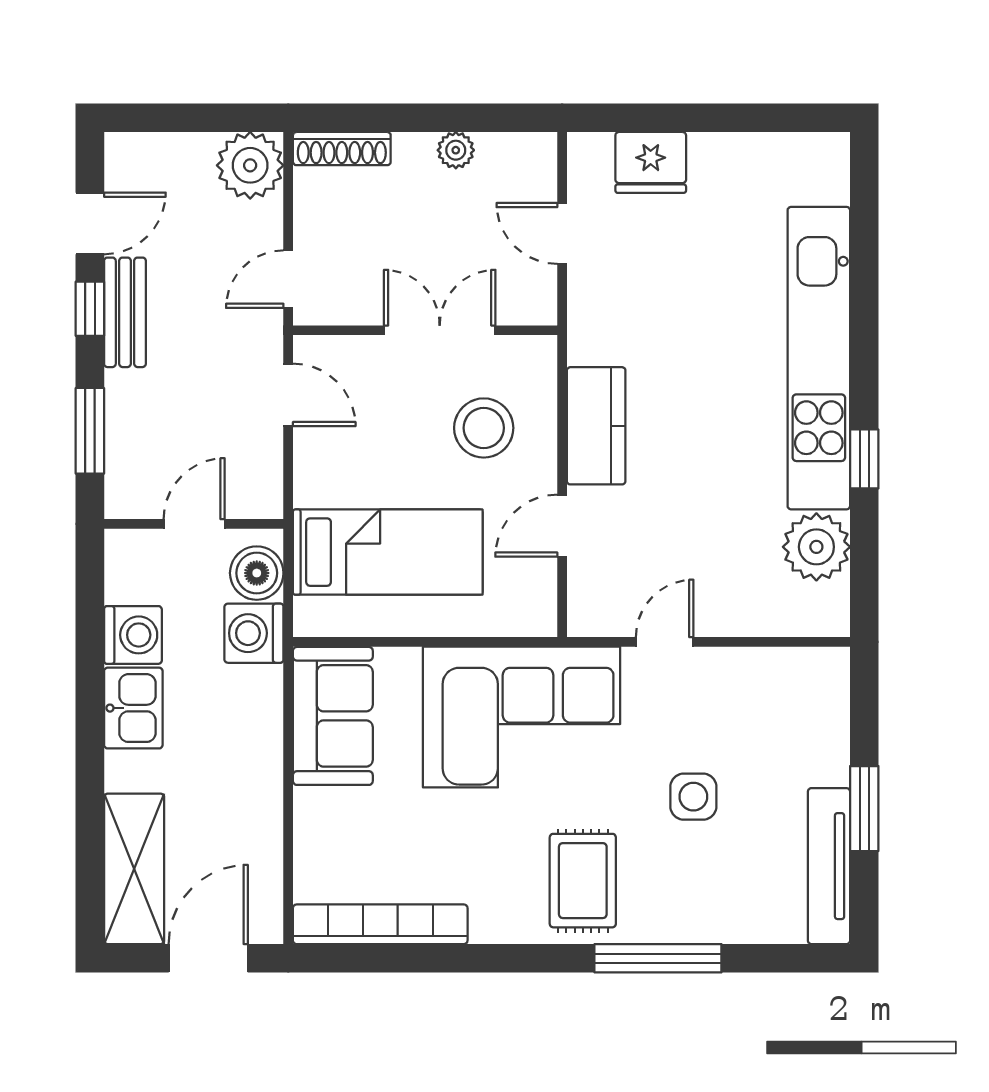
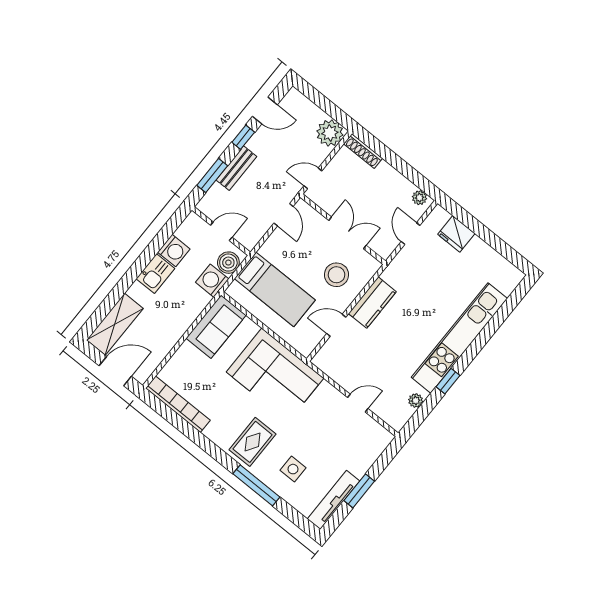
plant: (456, 150) -> (420, 198), moved
bench: (125, 312) -> (236, 168), moved
plant: (816, 547) -> (416, 401), width x0.53, depth x0.53
door: (665, 642) -> (358, 403), moved
side table: (693, 797) -> (293, 469), moved

